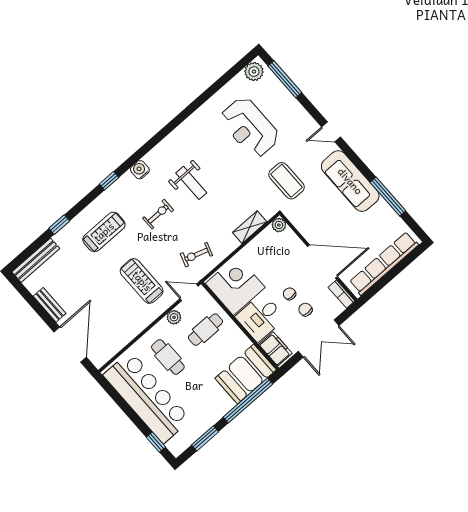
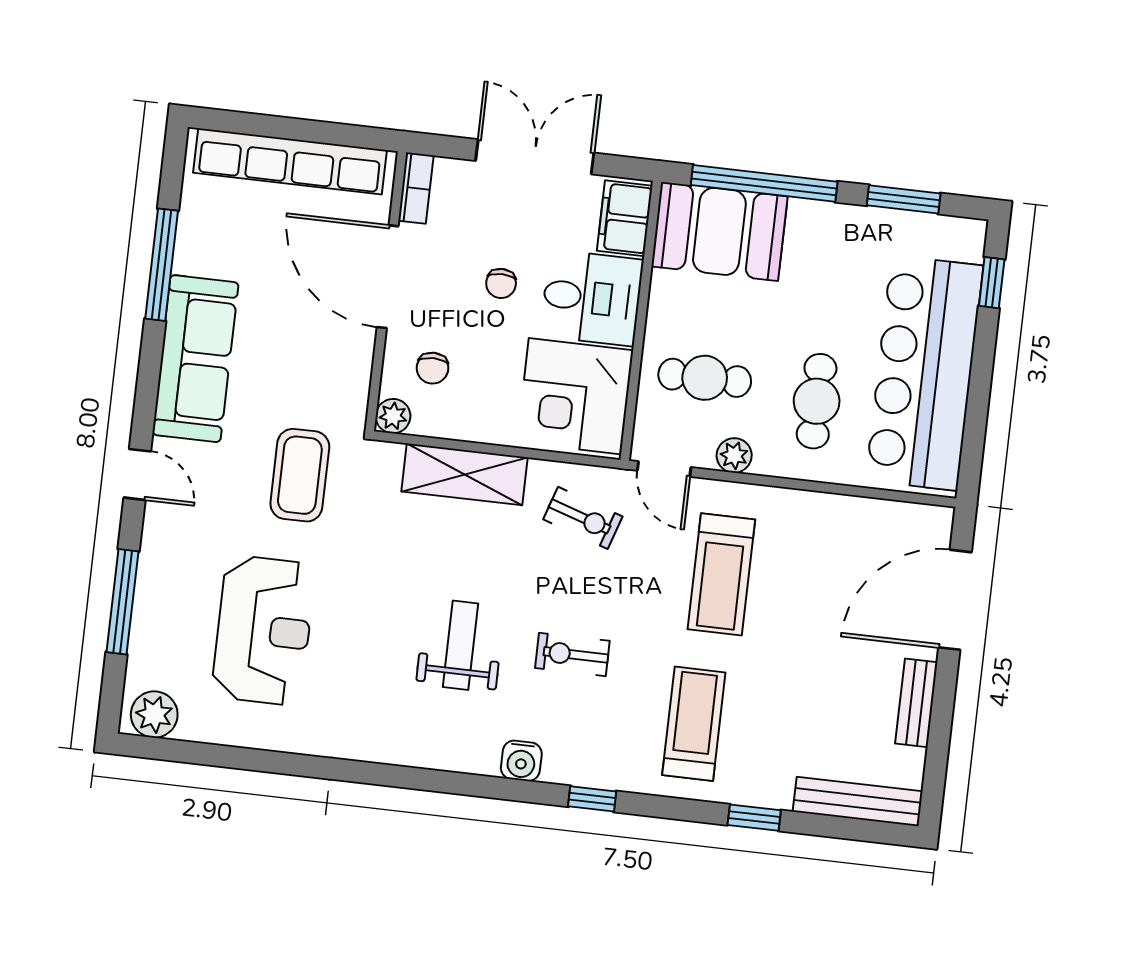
window: (285, 79) -> (123, 602), moved
shelving: (250, 227) -> (465, 474), width x1.50, depth x1.33
treadmill: (104, 232) -> (694, 724), turned 90
chair: (305, 310) -> (432, 368), moved

